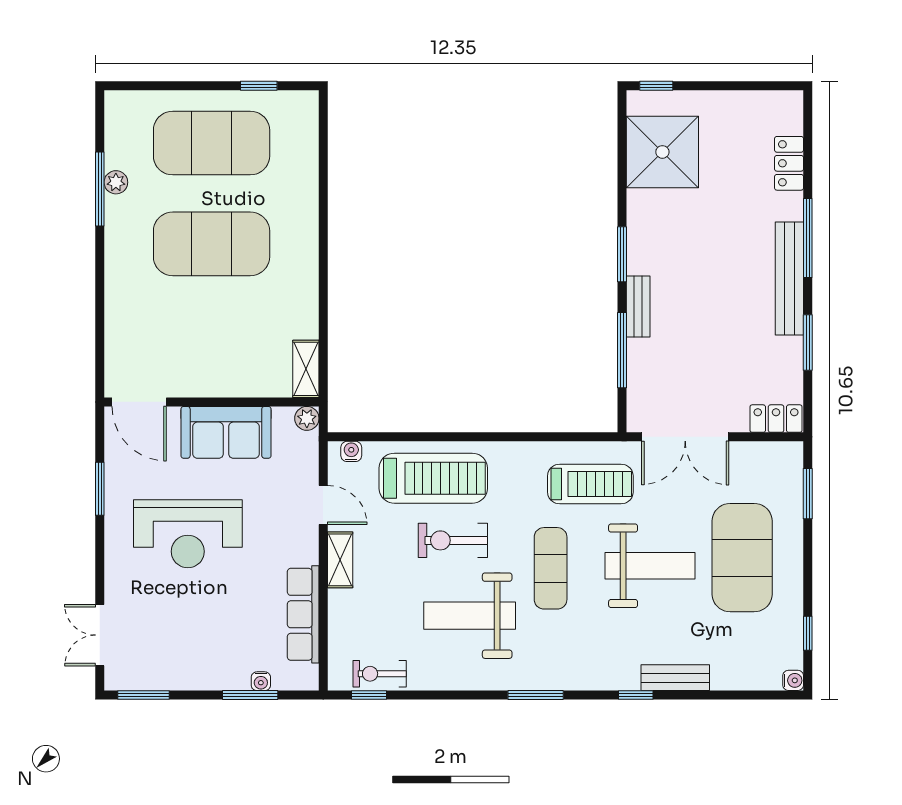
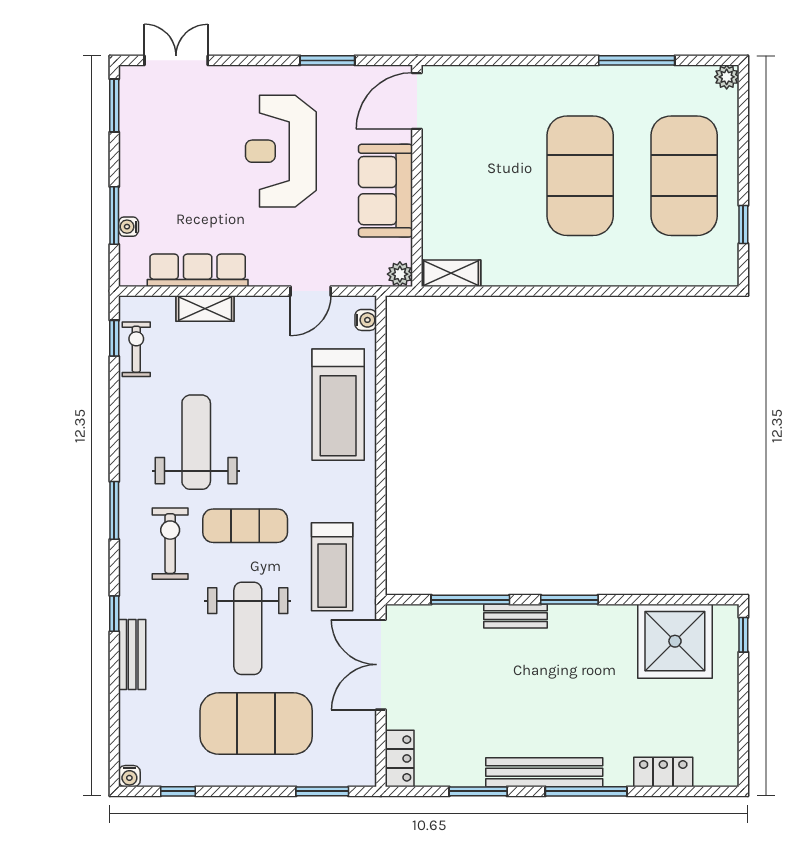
plant: (116, 182) -> (727, 77), moved
exercise bike: (453, 540) -> (170, 544), moved
shelving: (340, 560) -> (205, 308), moved

